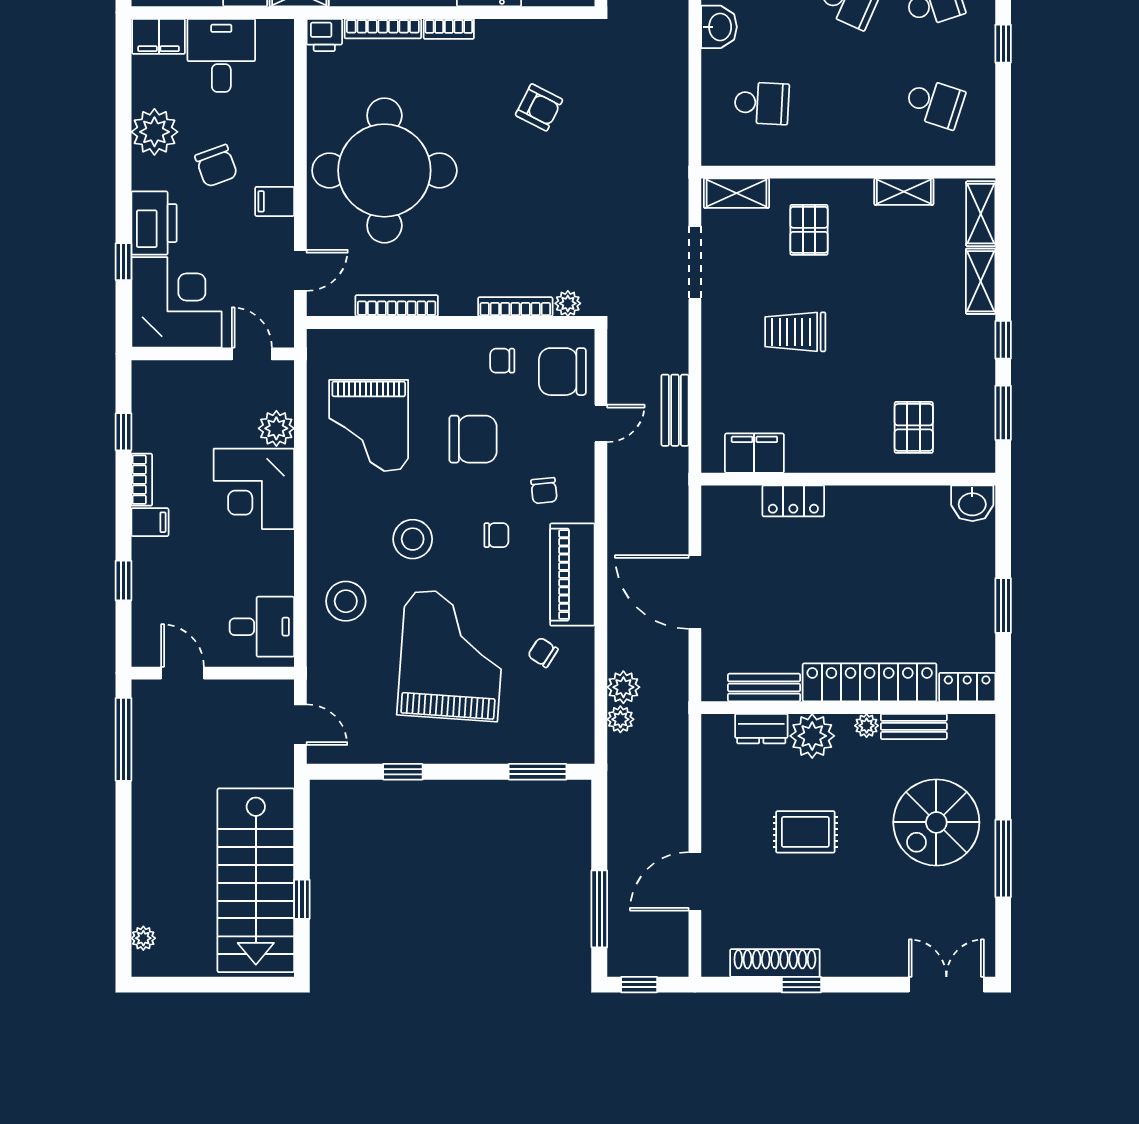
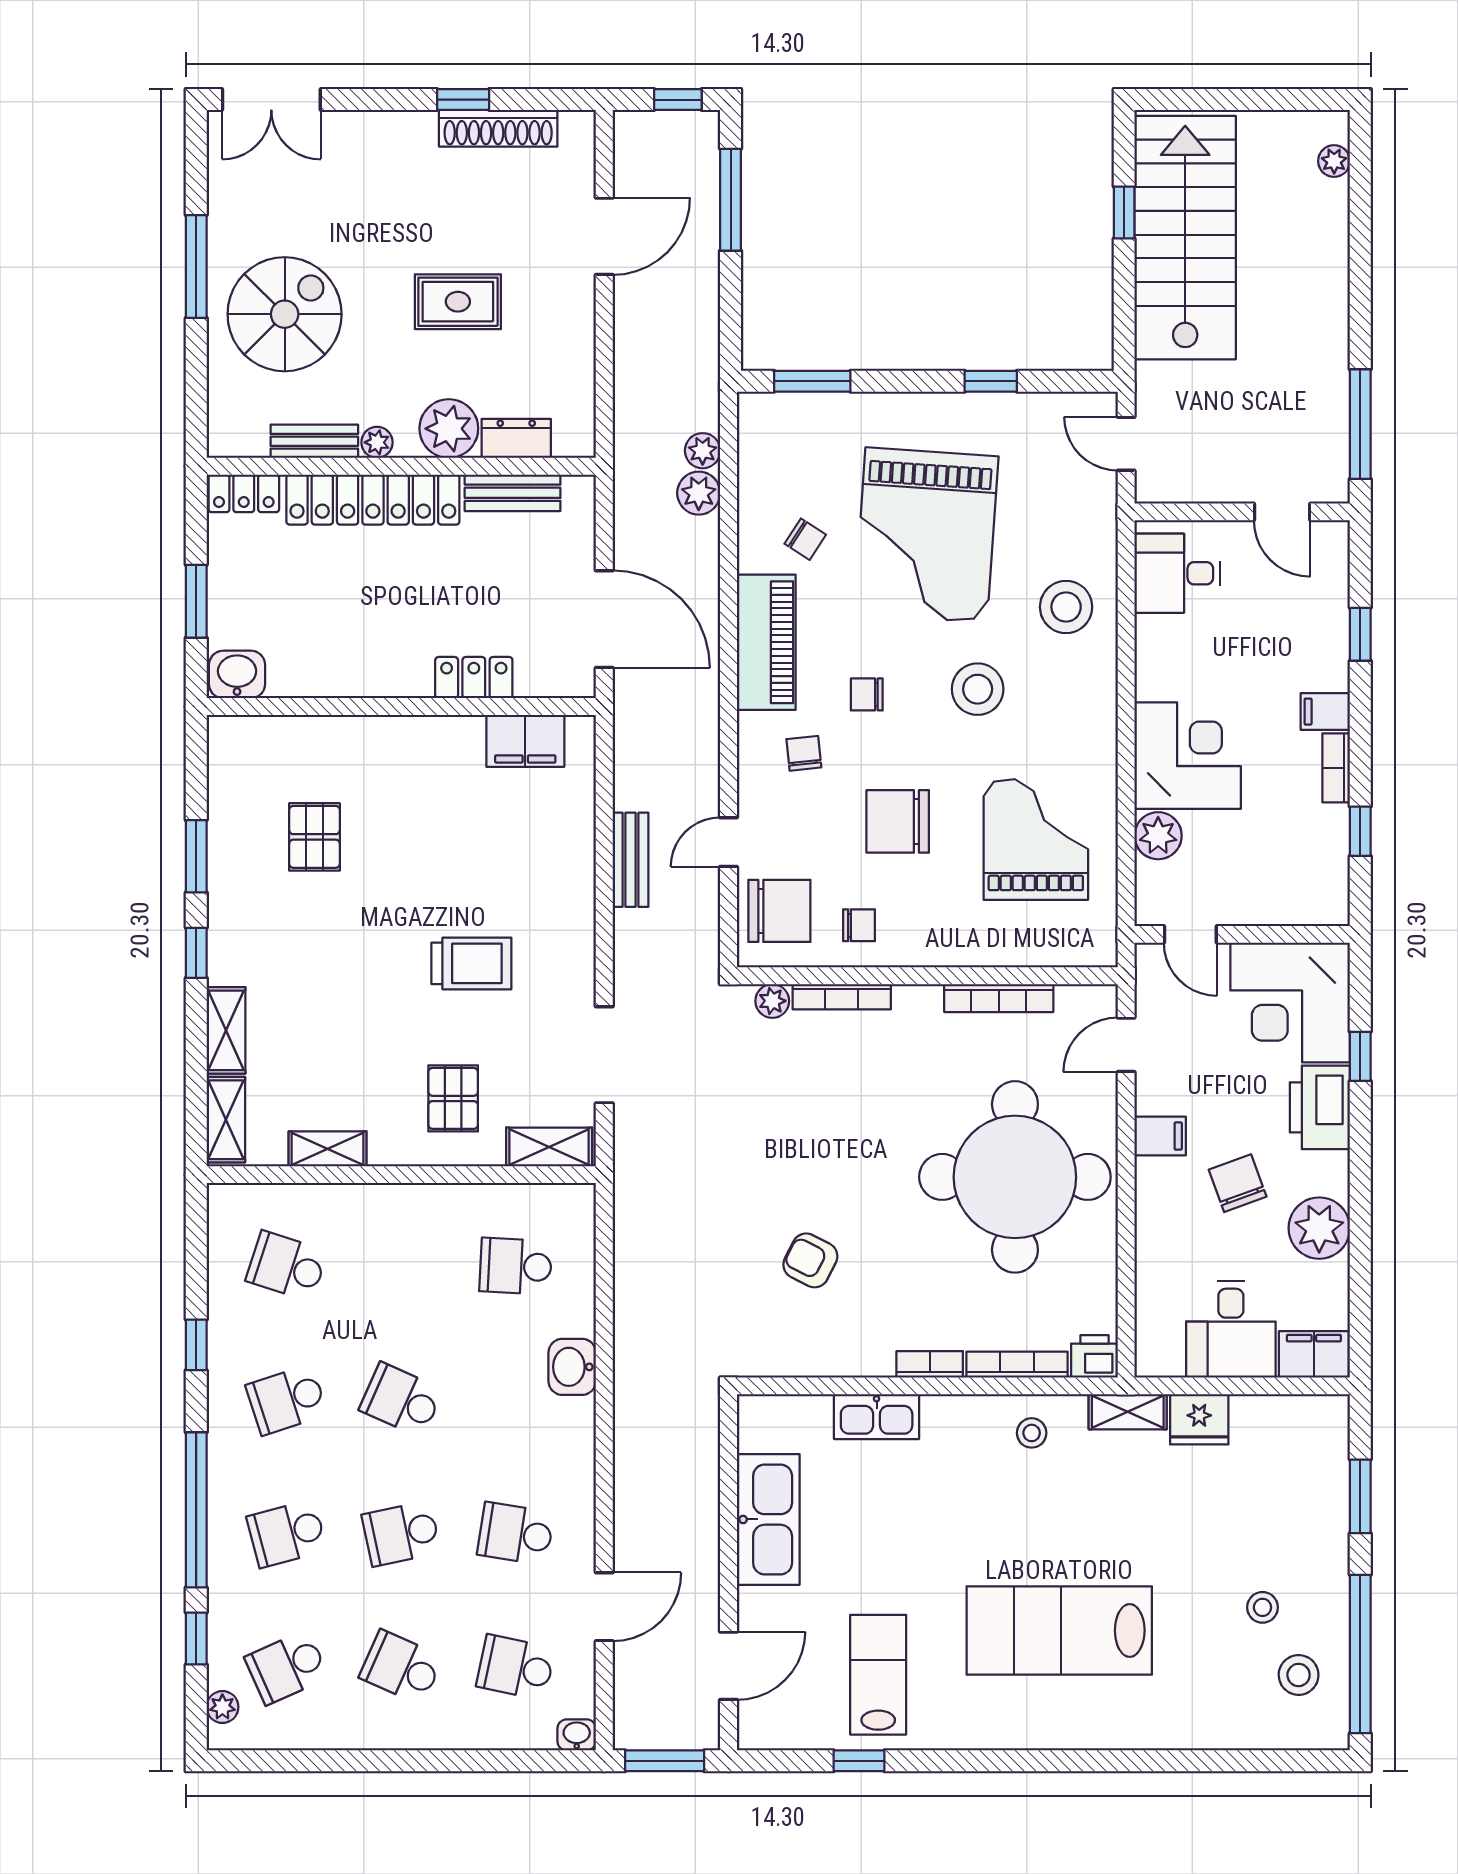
filing cabinet: (754, 453) -> (525, 741), moved
wall: (848, 479) -> (401, 707), moved
locker: (793, 501) -> (474, 678), moved
washbasin: (972, 503) -> (237, 674), moved

